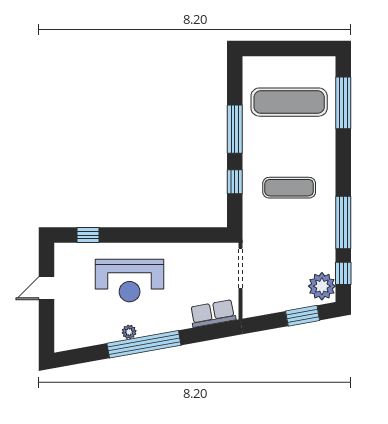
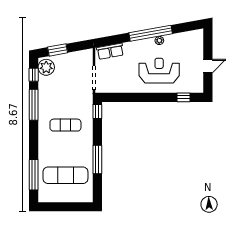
window: (235, 182) -> (97, 111), moved

